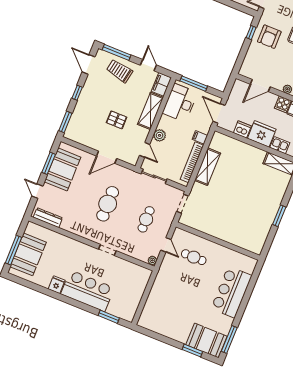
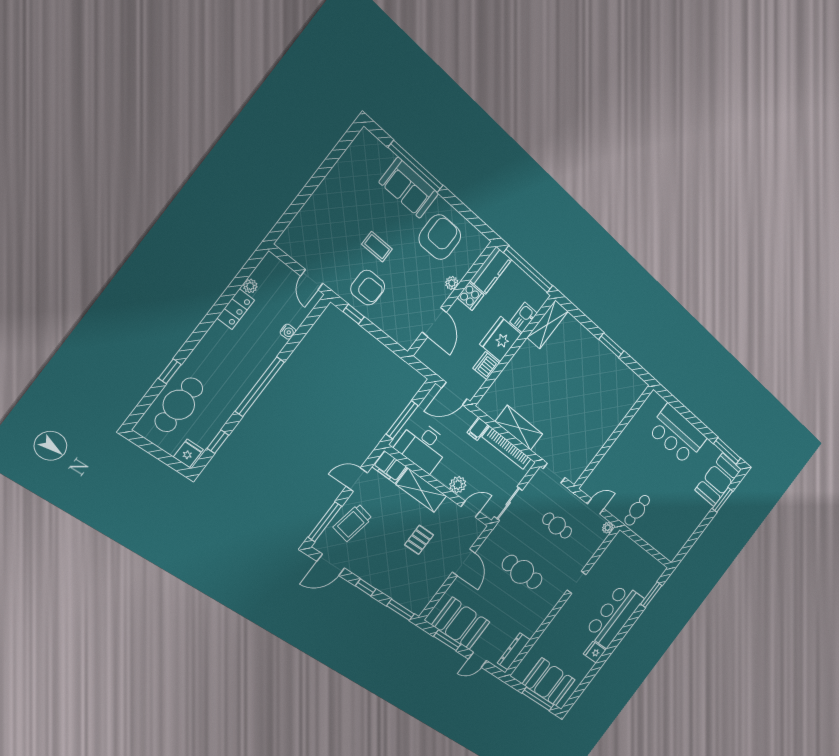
cafe table: (194, 257) -> (637, 510), moved

